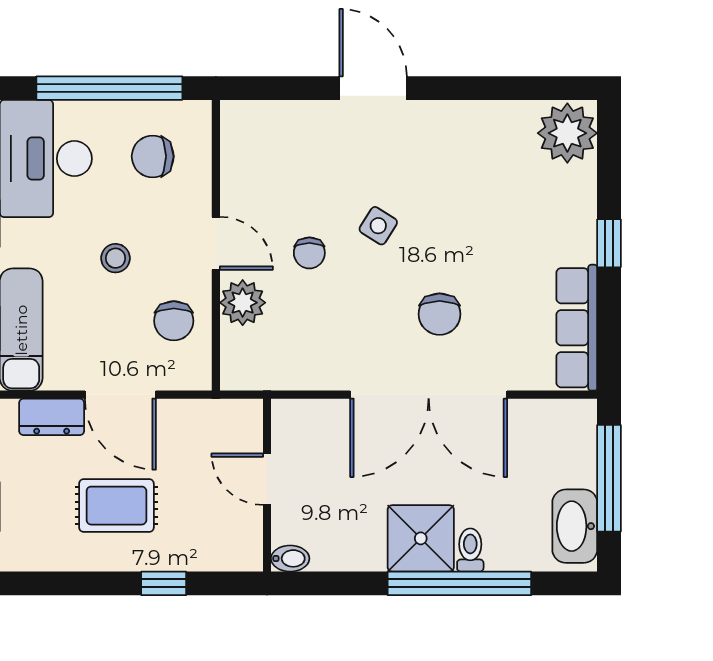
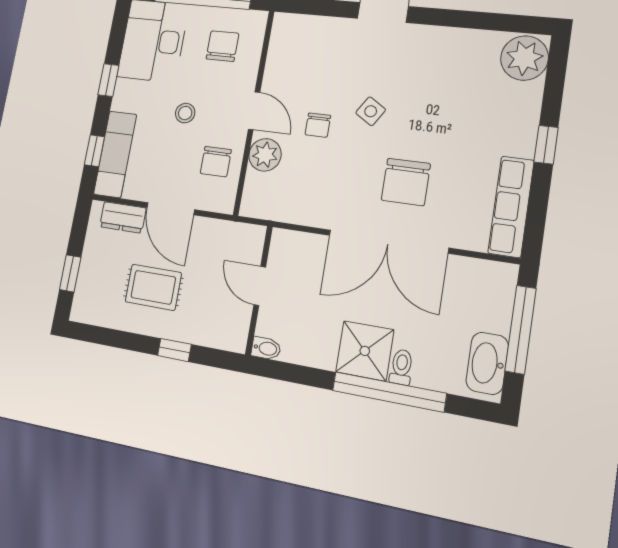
chair: (153, 156) -> (222, 46), turned 90
chair: (440, 314) -> (406, 182), width x1.37, depth x1.37

